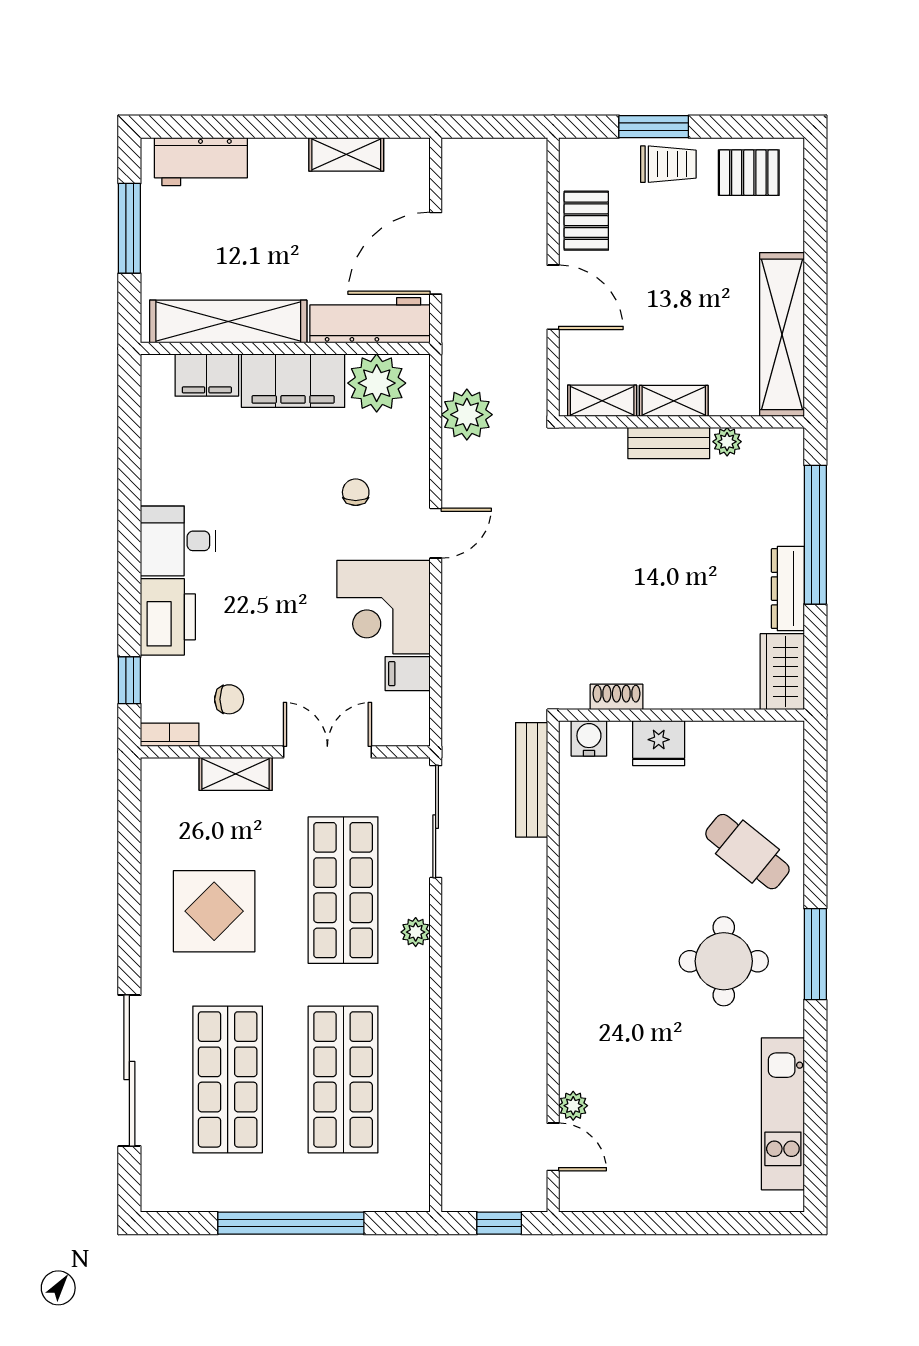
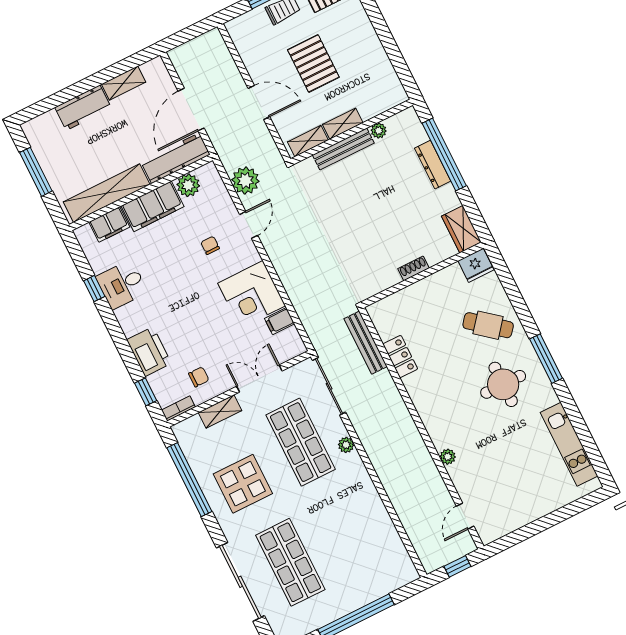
workbench: (201, 162) -> (83, 108), moved
pallet: (586, 221) -> (313, 63), moved, width x1.50, depth x1.42
shelving: (782, 334) -> (379, 65), removed
plant: (377, 383) -> (188, 185), width x0.73, depth x0.73
bench: (669, 443) -> (343, 149), width x1.36
window: (129, 468) -> (94, 289), added
door: (436, 533) -> (249, 225), moved
desk: (178, 541) -> (122, 284), moved
dresser: (788, 589) -> (433, 165), moved
shoe rack: (617, 697) -> (414, 268), moved
water cooler: (589, 738) -> (383, 309), removed
fridge: (659, 743) -> (476, 265), moved
locker: (577, 831) -> (400, 357), added
window: (129, 861) -> (189, 480), added
shop shelf: (343, 1079) -> (347, 534), removed
plant: (573, 1106) -> (448, 457), moved
door: (553, 1147) -> (465, 516), swing flipped

